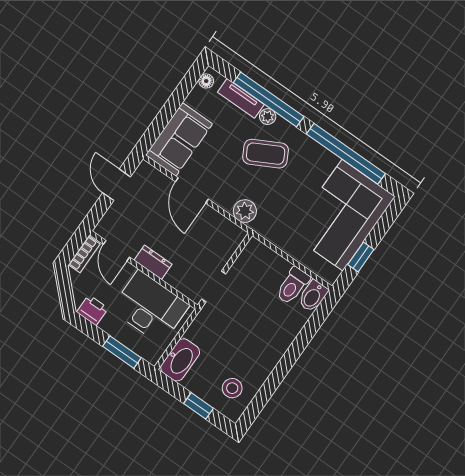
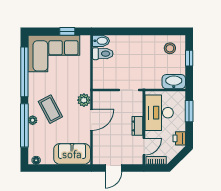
tv unit: (241, 98) -> (33, 139), removed
door: (192, 190) -> (91, 120), moved

